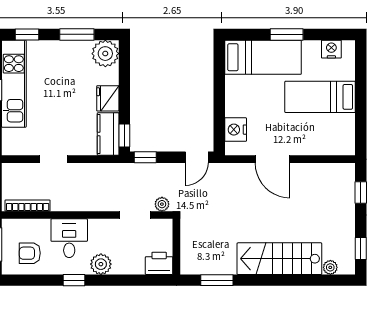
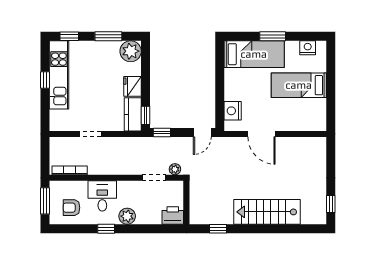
window: (361, 193) -> (331, 160), removed
plant: (330, 267) -> (307, 219), removed
window: (217, 280) -> (218, 229), width x0.67

